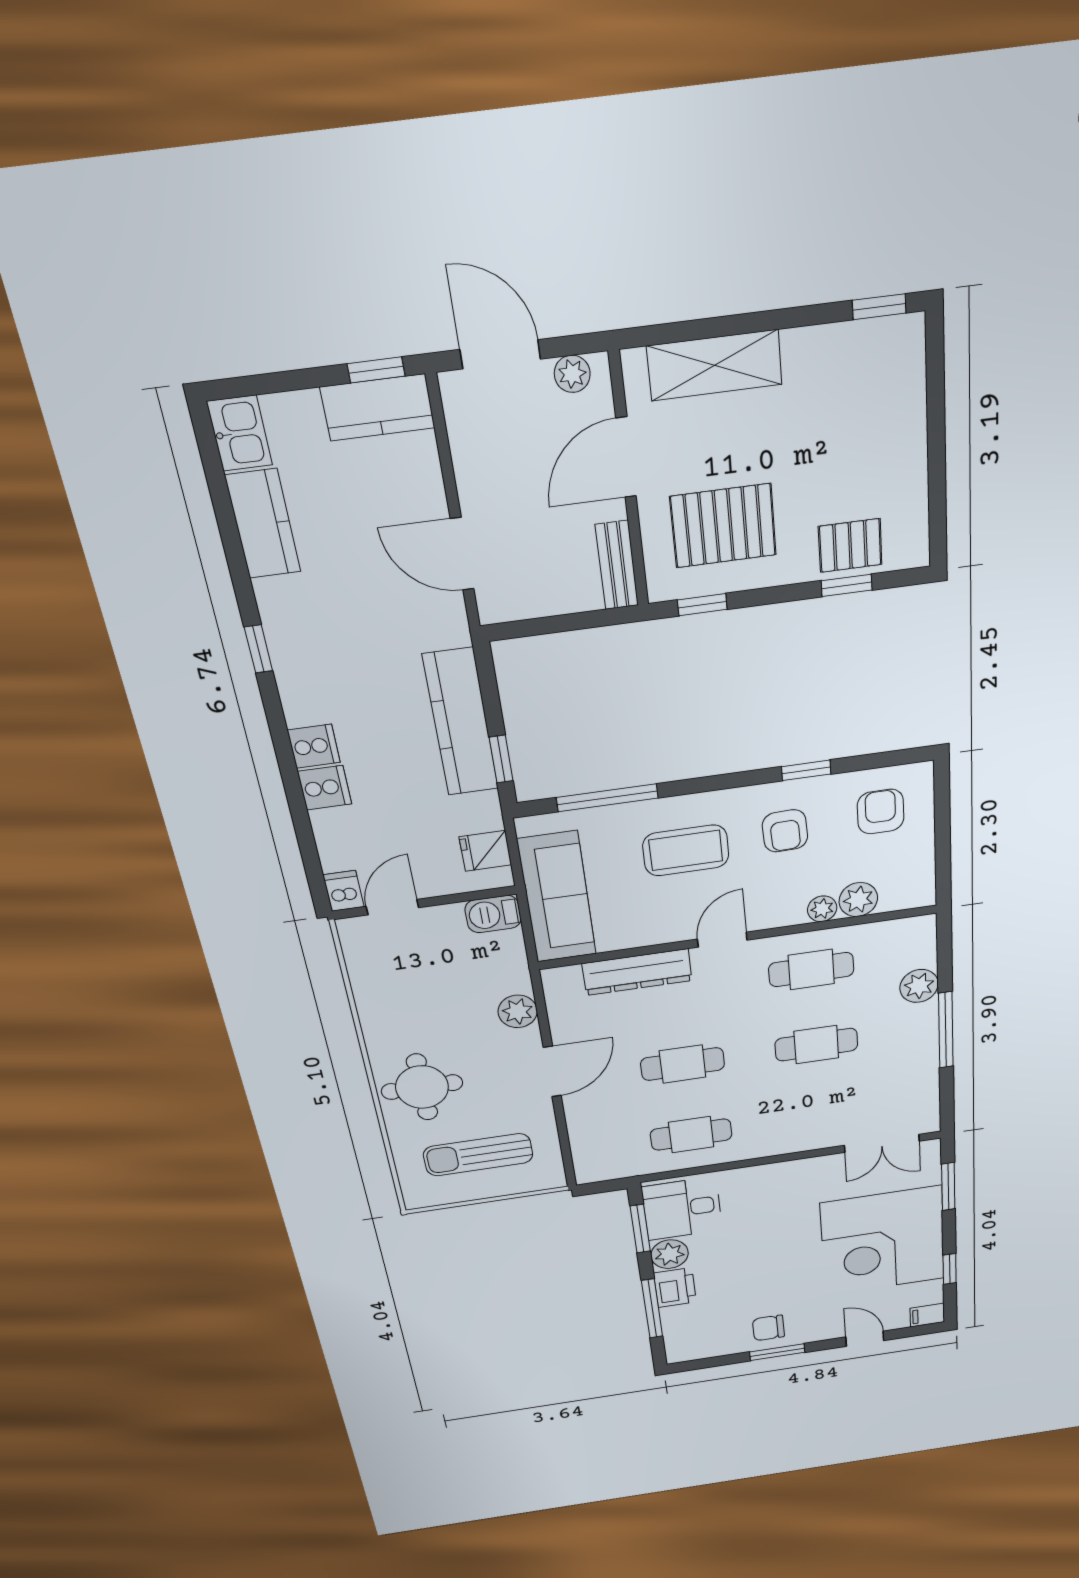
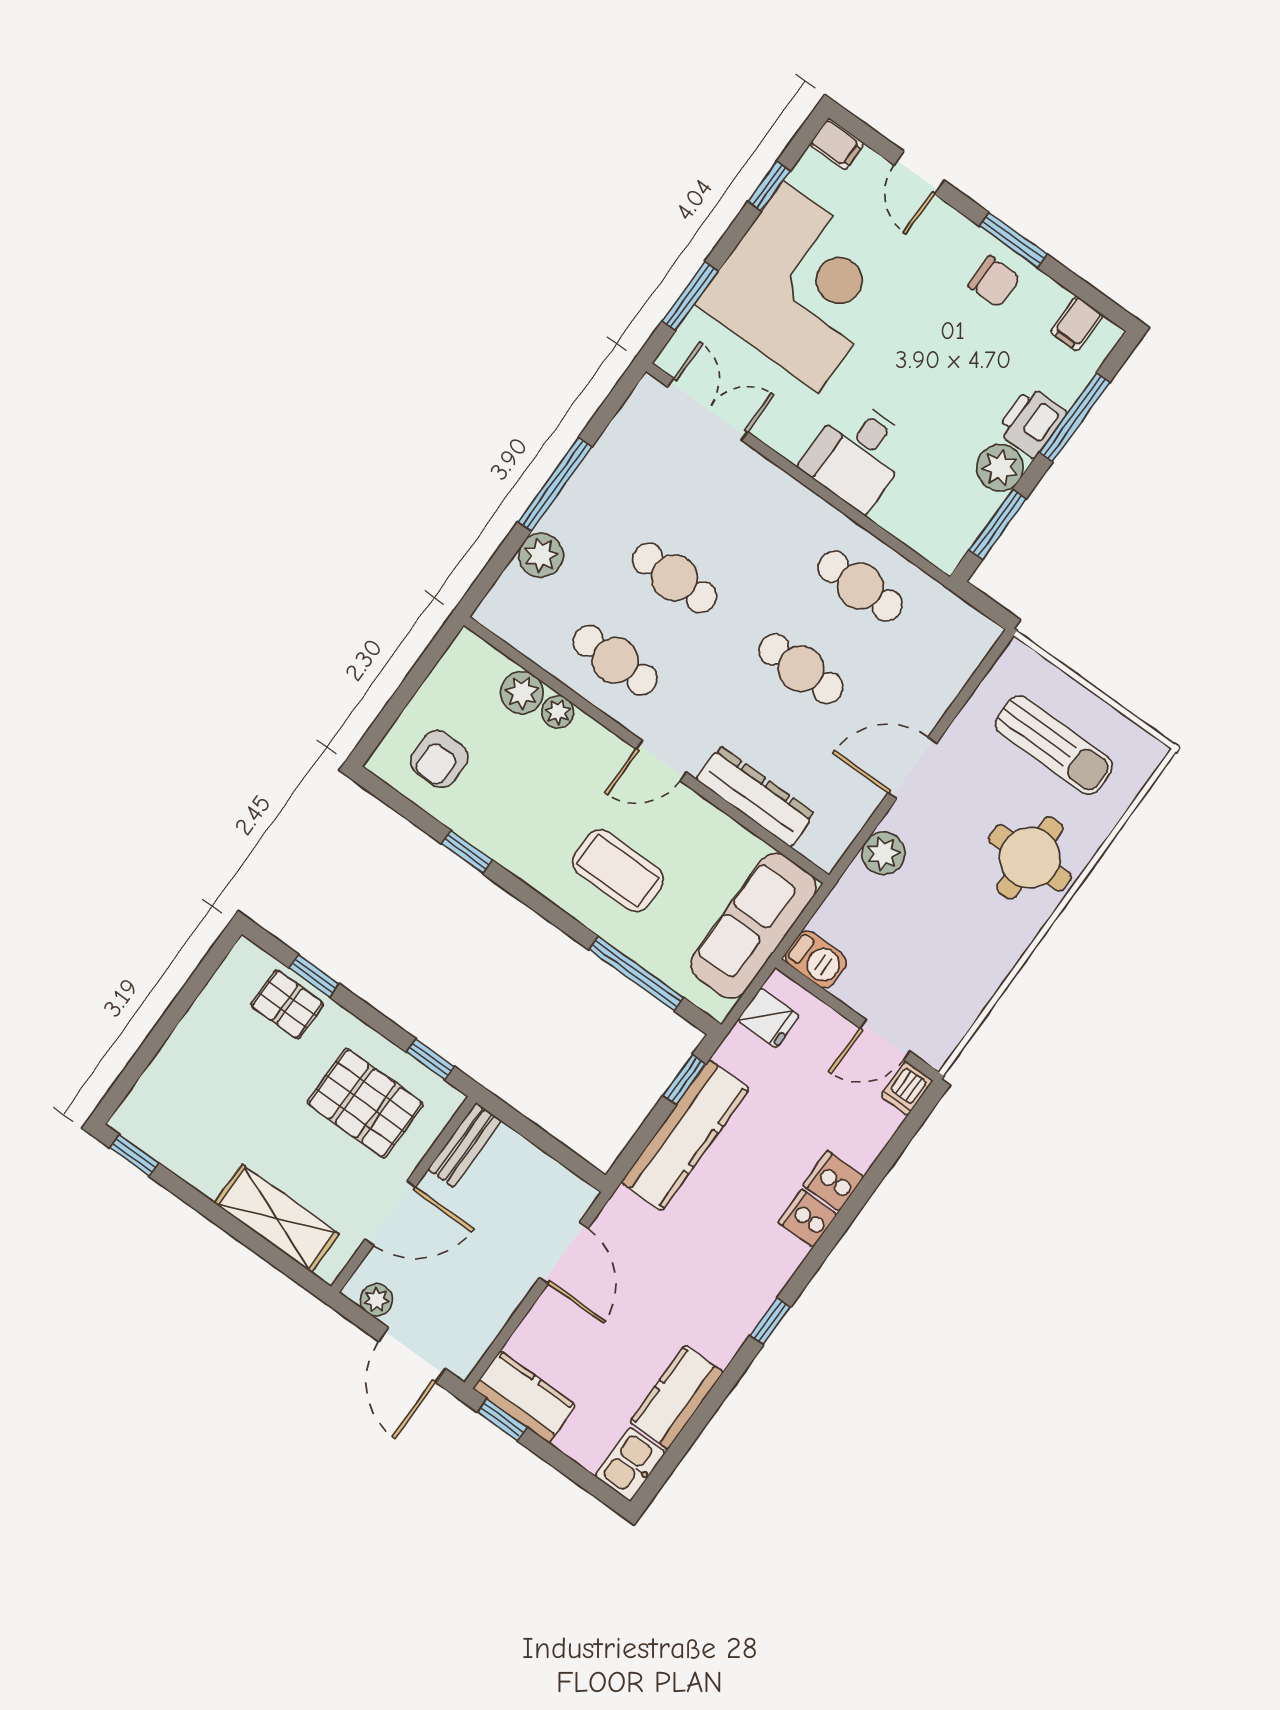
armchair: (785, 831) -> (527, 814), removed
desk: (682, 1209) -> (857, 454), moved, turned 90
filing cabinet: (699, 1347) -> (1077, 324), added

